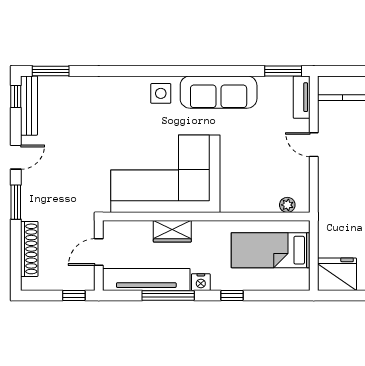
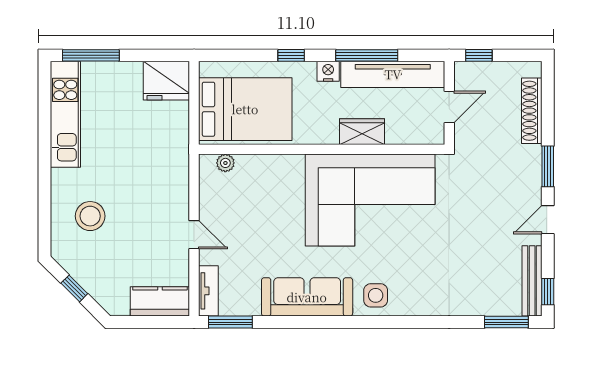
bed: (271, 250) -> (245, 109), width x1.50

